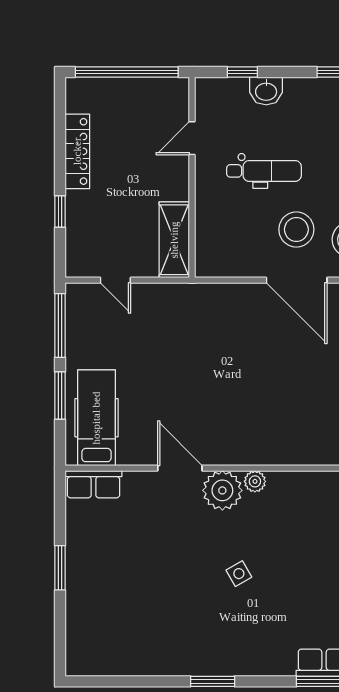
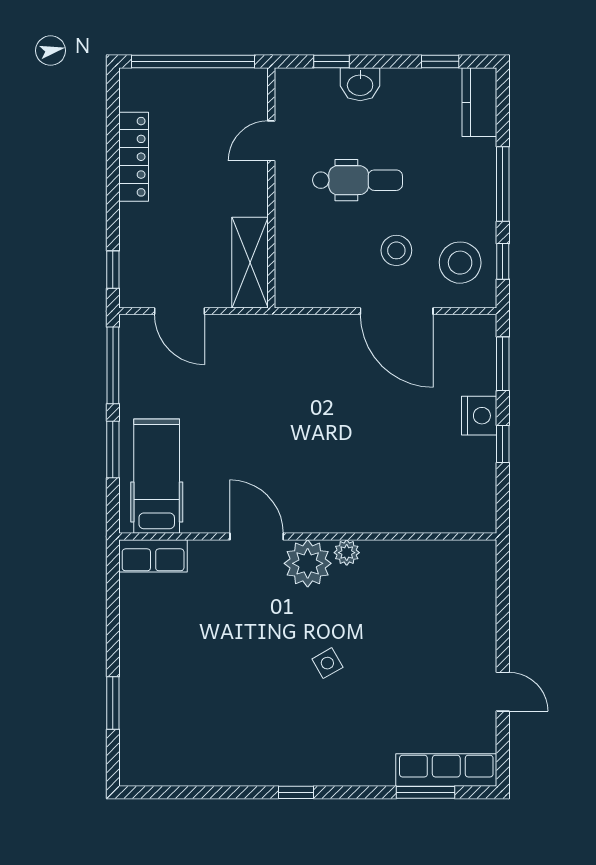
window: (60, 212) -> (113, 270), moved
stool: (296, 229) -> (396, 250), width x0.73, depth x0.73
door: (115, 280) -> (179, 311), width x1.38
window: (60, 568) -> (113, 703), moved
window: (213, 681) -> (296, 792), width x0.67

